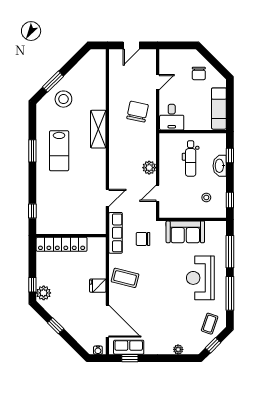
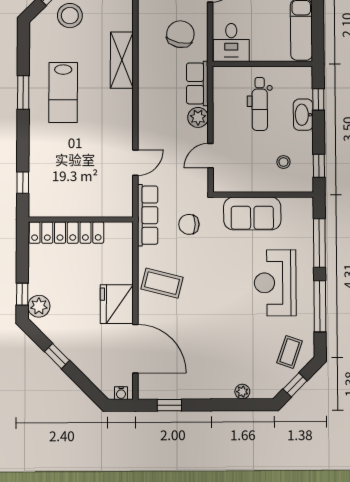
fridge: (98, 286) -> (117, 304), width x1.88, depth x1.34
row of seats: (129, 347) -> (197, 83), moved, turned -90

